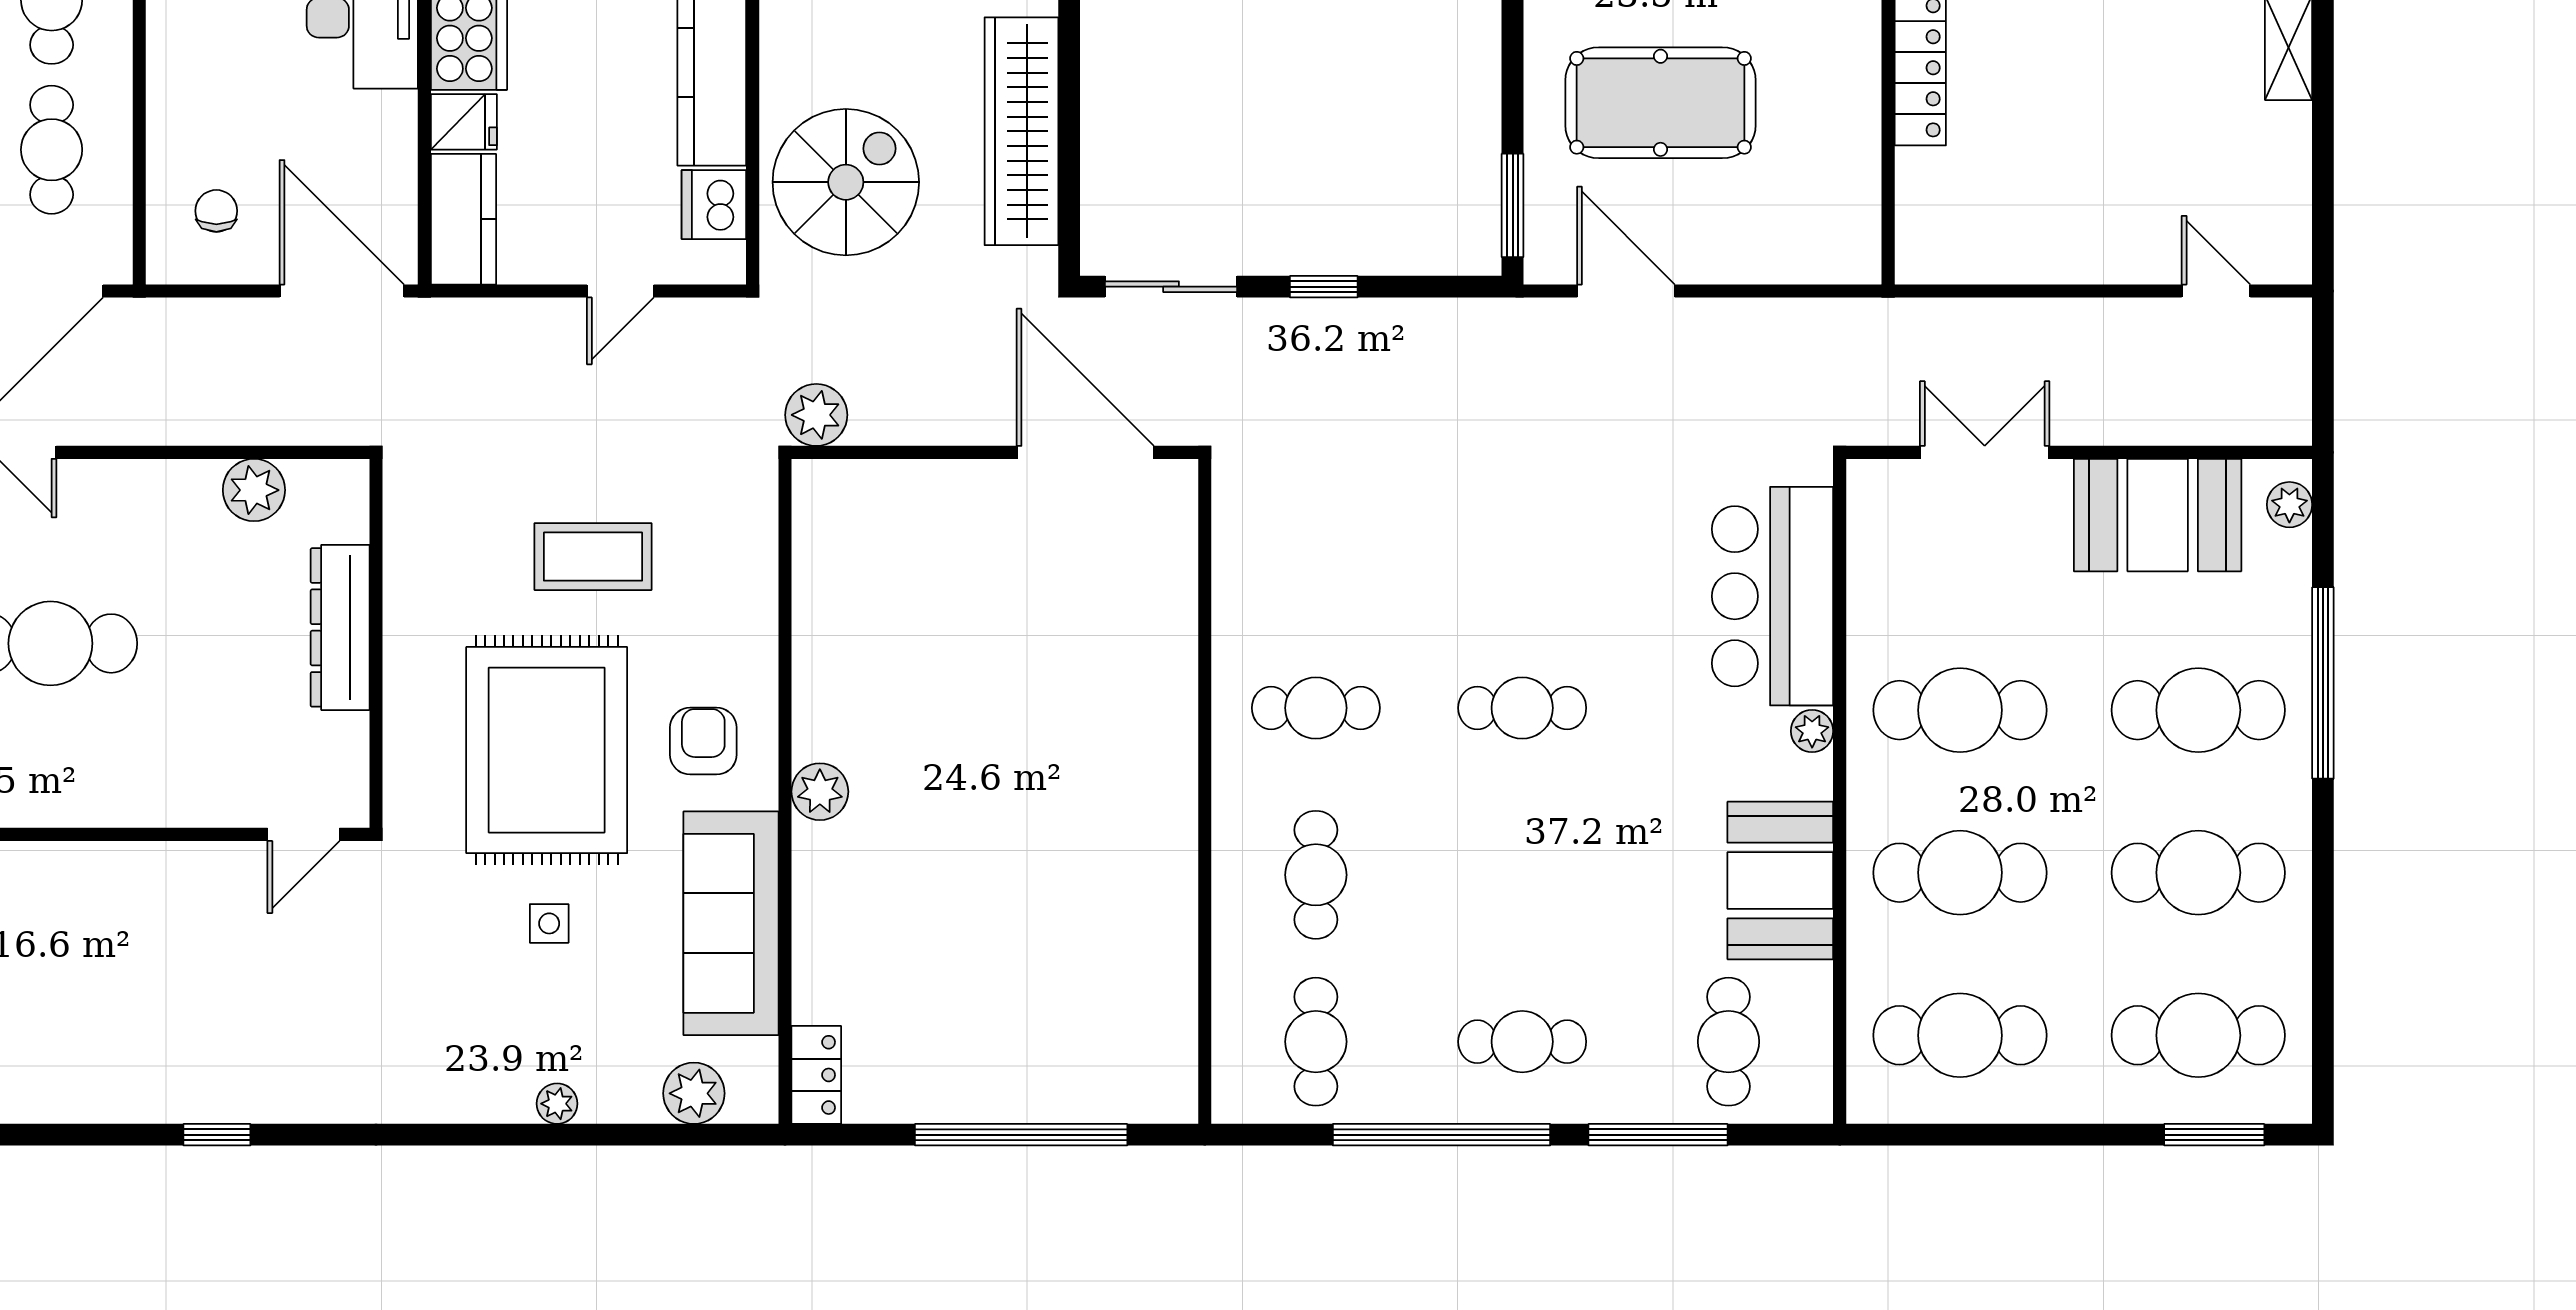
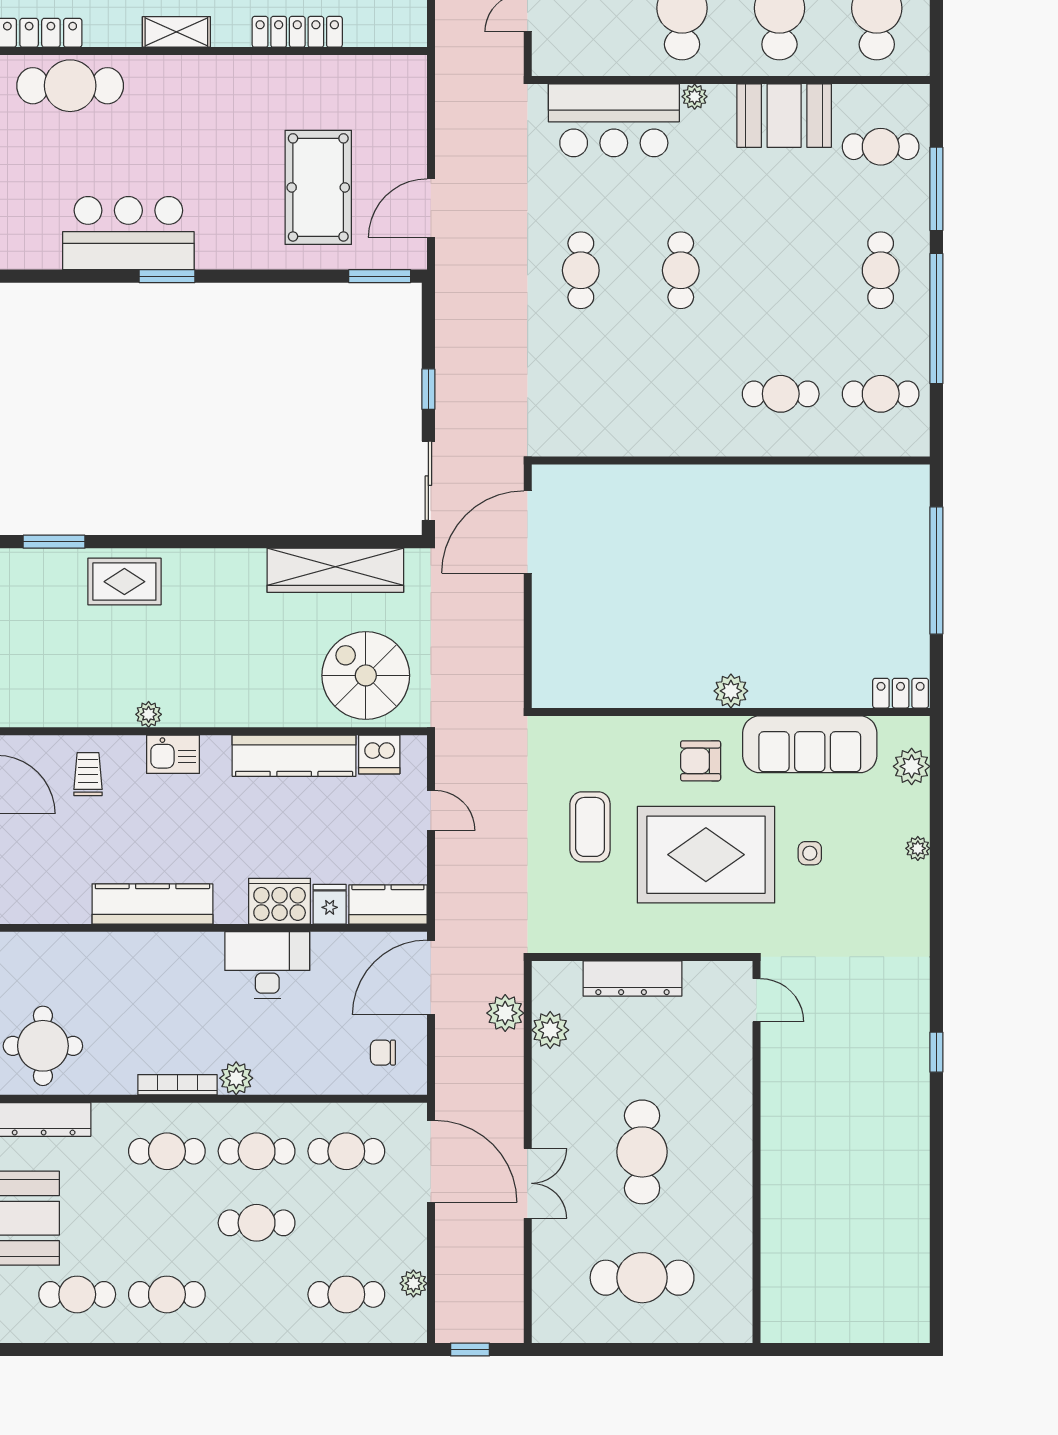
plant: (816, 415) -> (505, 1013), moved
cafe table: (1316, 708) -> (581, 270), moved

